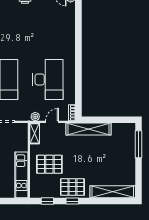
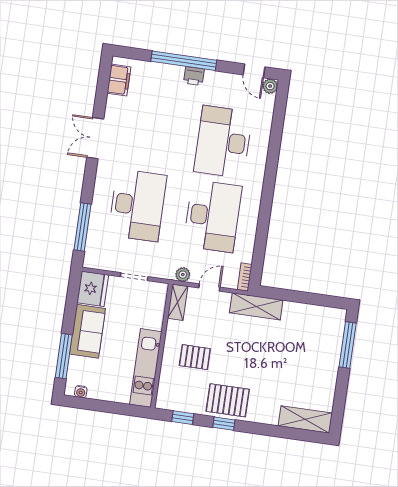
desk: (48, 35) -> (223, 142), added
shelving: (88, 129) -> (256, 306), width x0.68
pallet: (49, 164) -> (195, 357), width x0.67, depth x0.71
shelving: (113, 192) -> (305, 419), width x0.68

